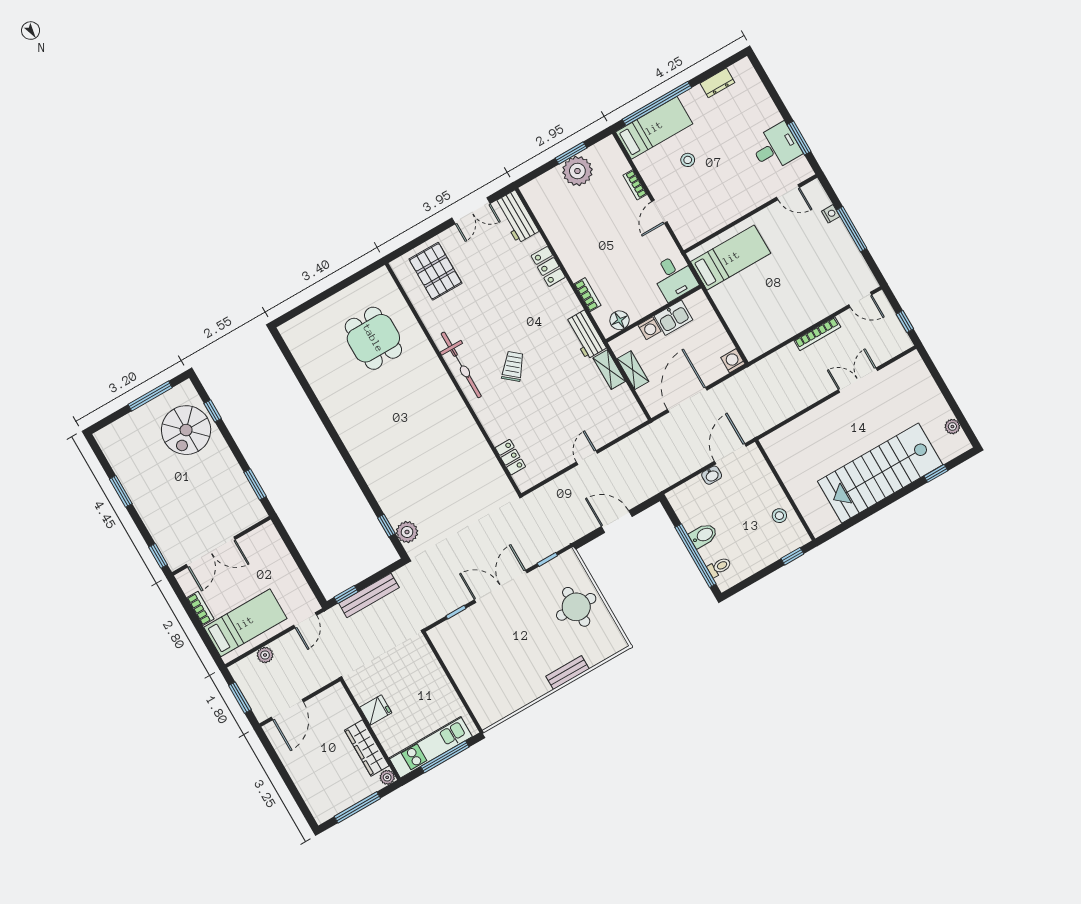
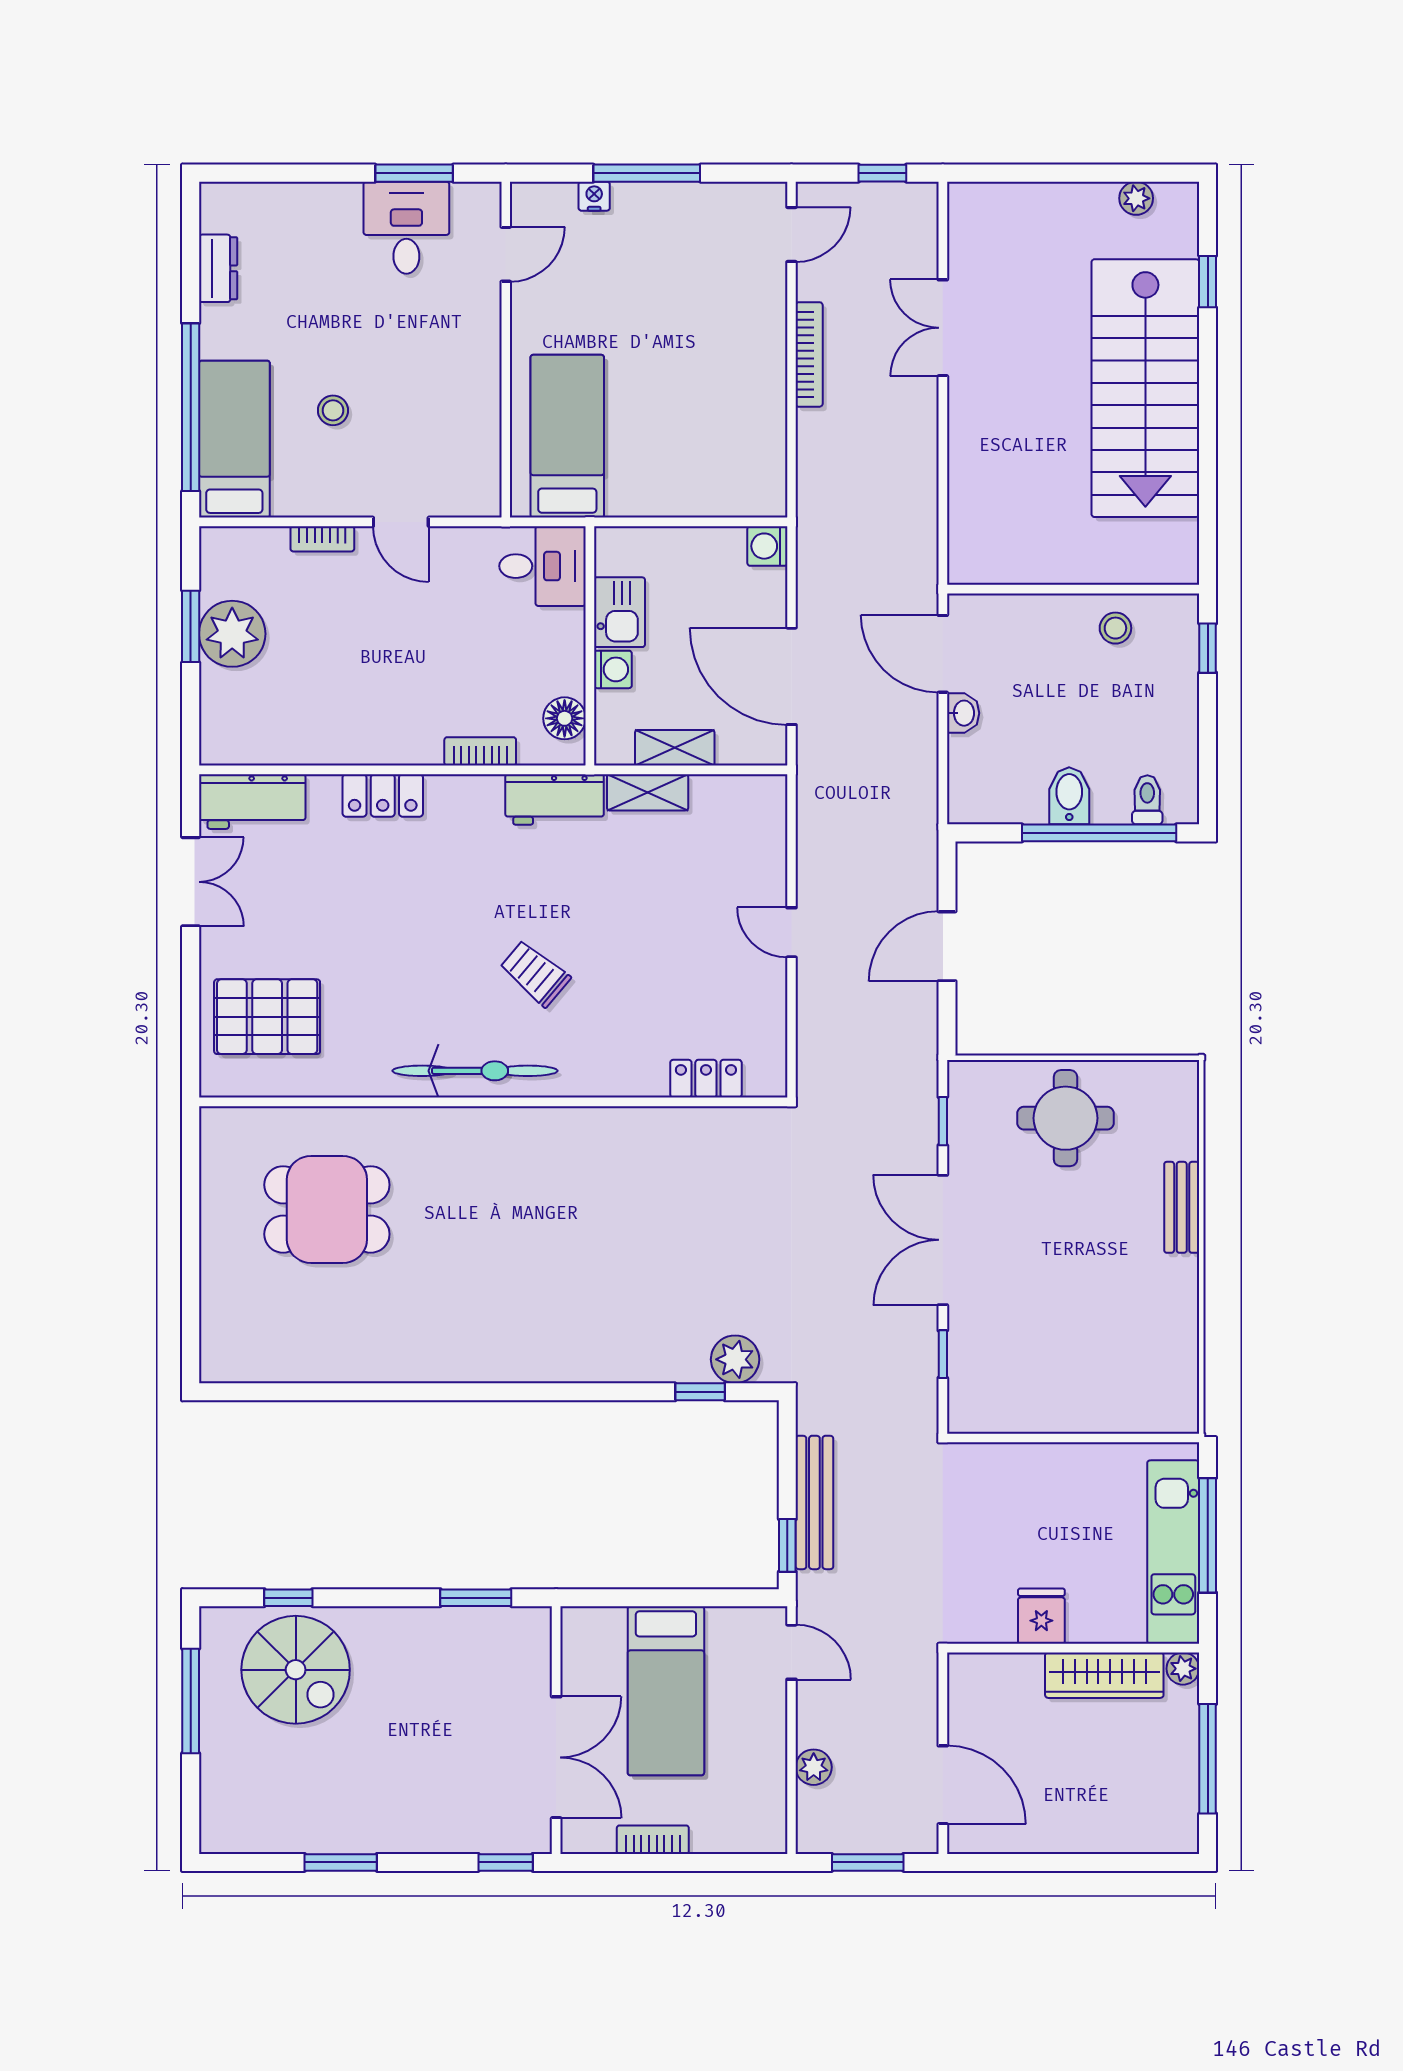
bed: (245, 623) -> (666, 1691), moved, turned 180

